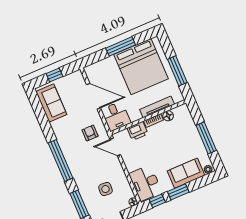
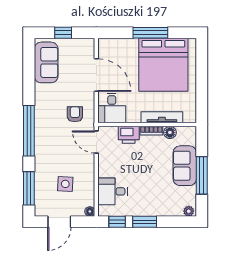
window: (177, 71) -> (202, 87), removed
sofa: (186, 173) -> (185, 166), moved, turned -90
desk: (145, 183) -> (113, 191), width x0.73

